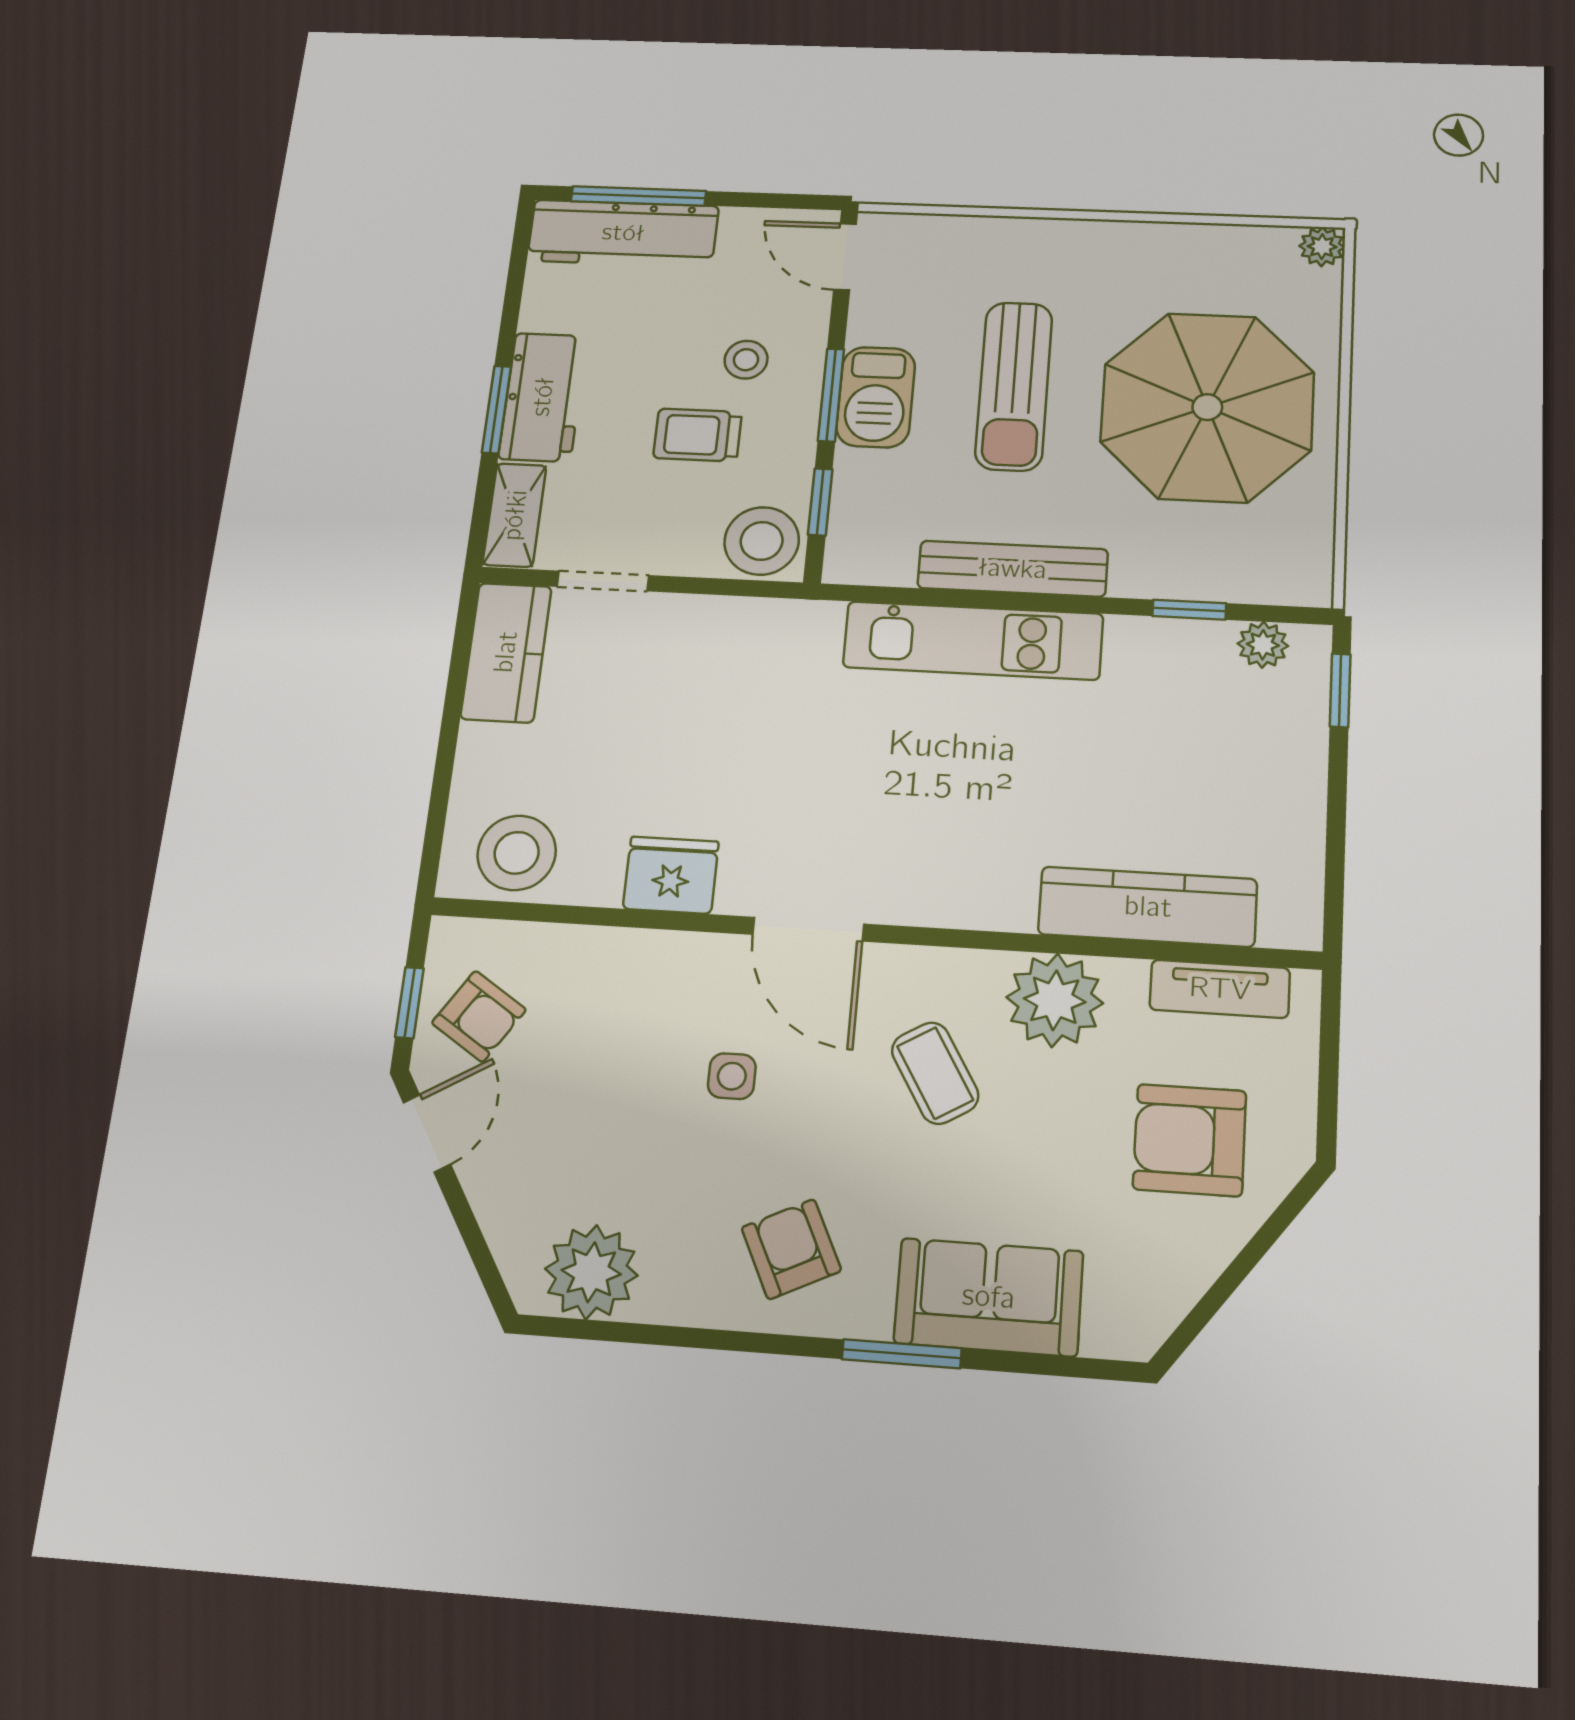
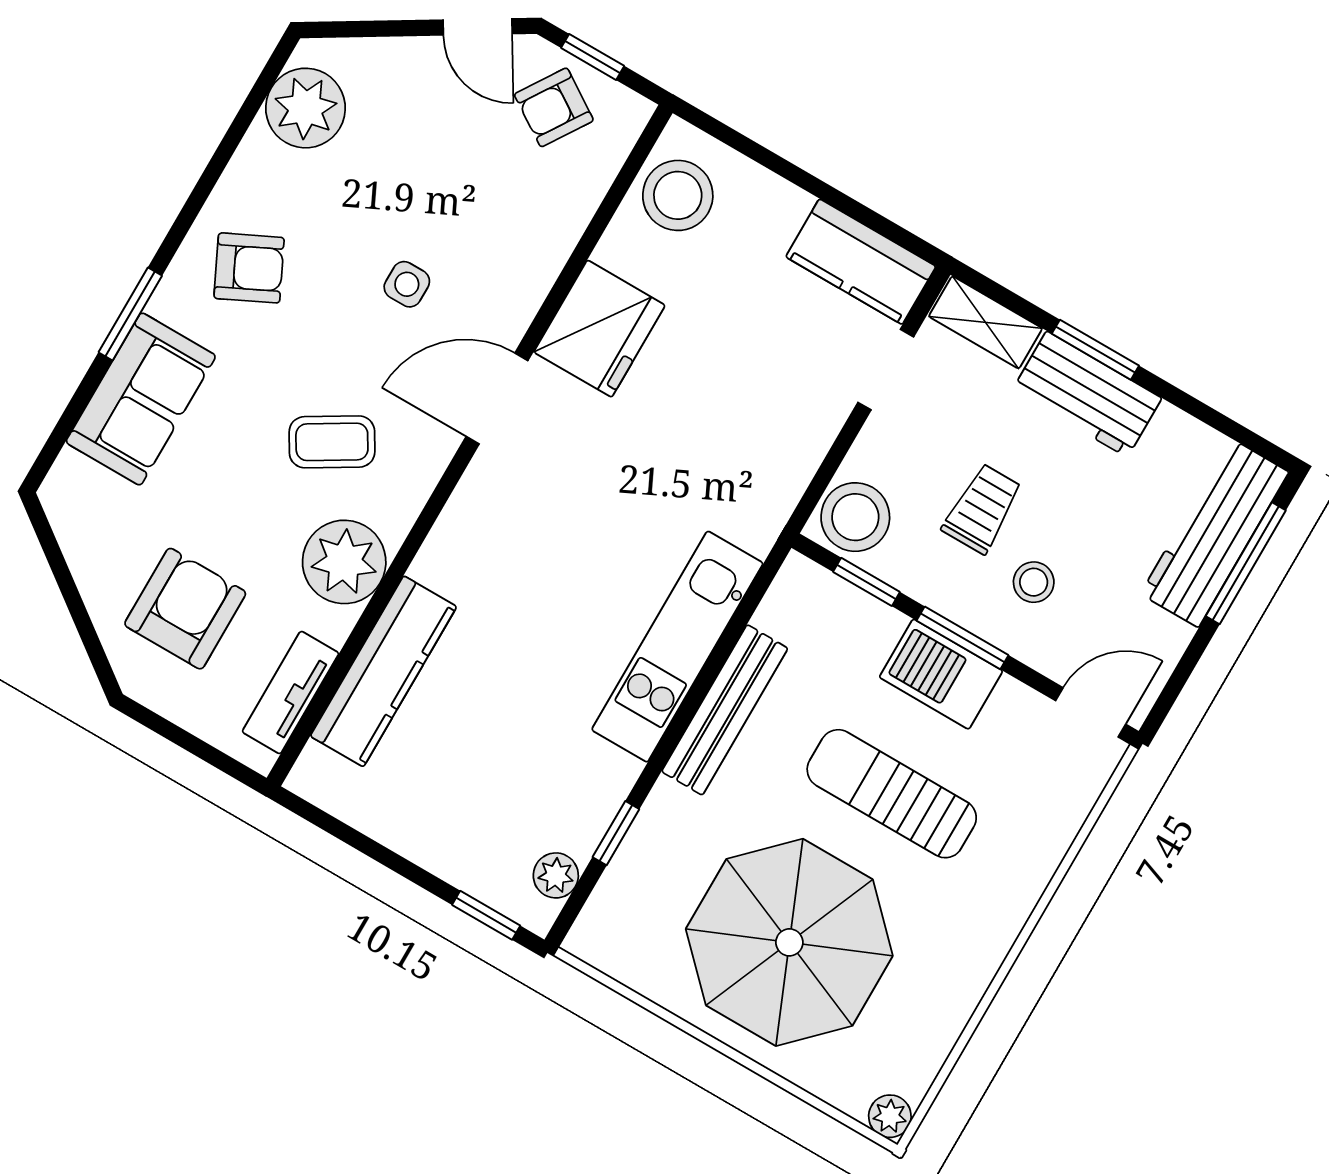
fridge: (671, 875) -> (600, 329), width x1.36, depth x1.34

